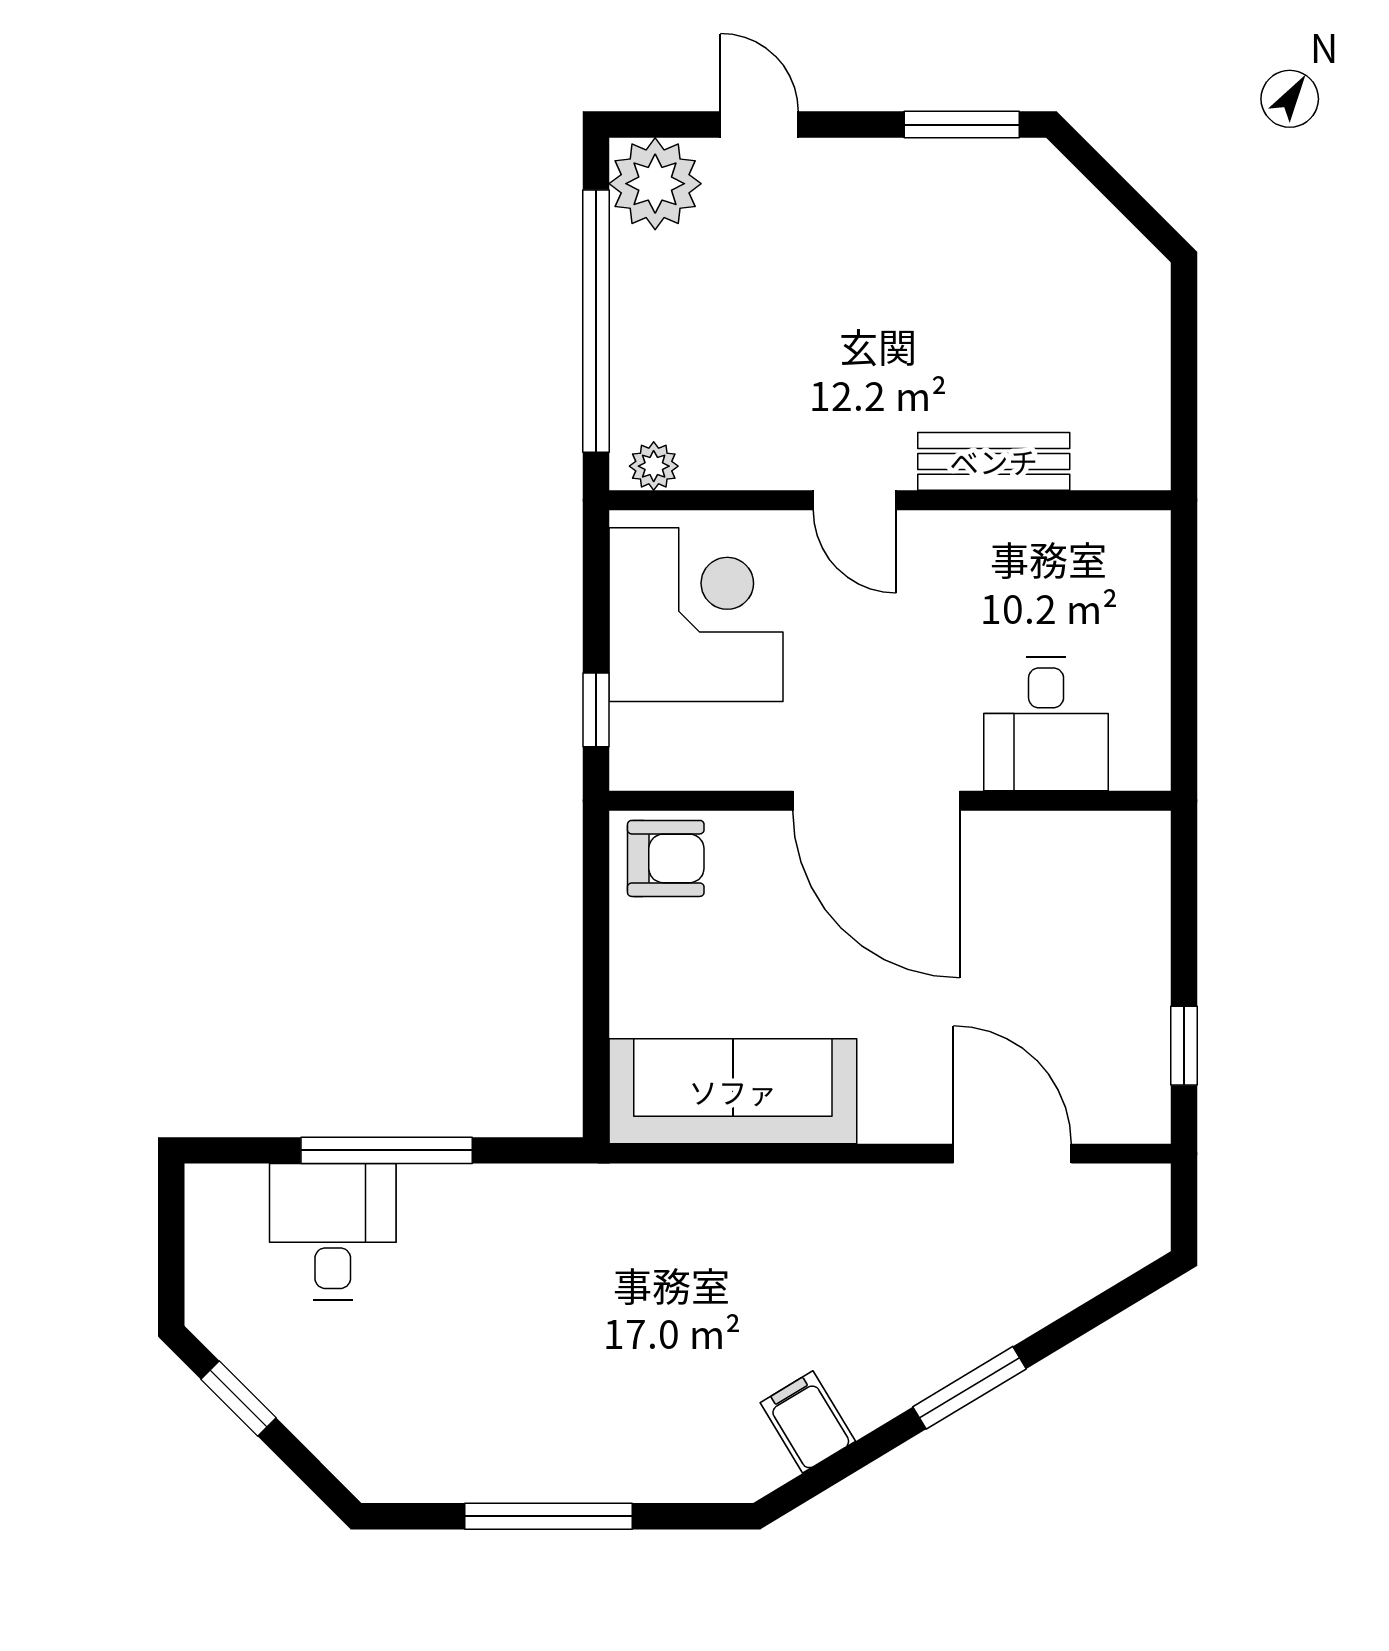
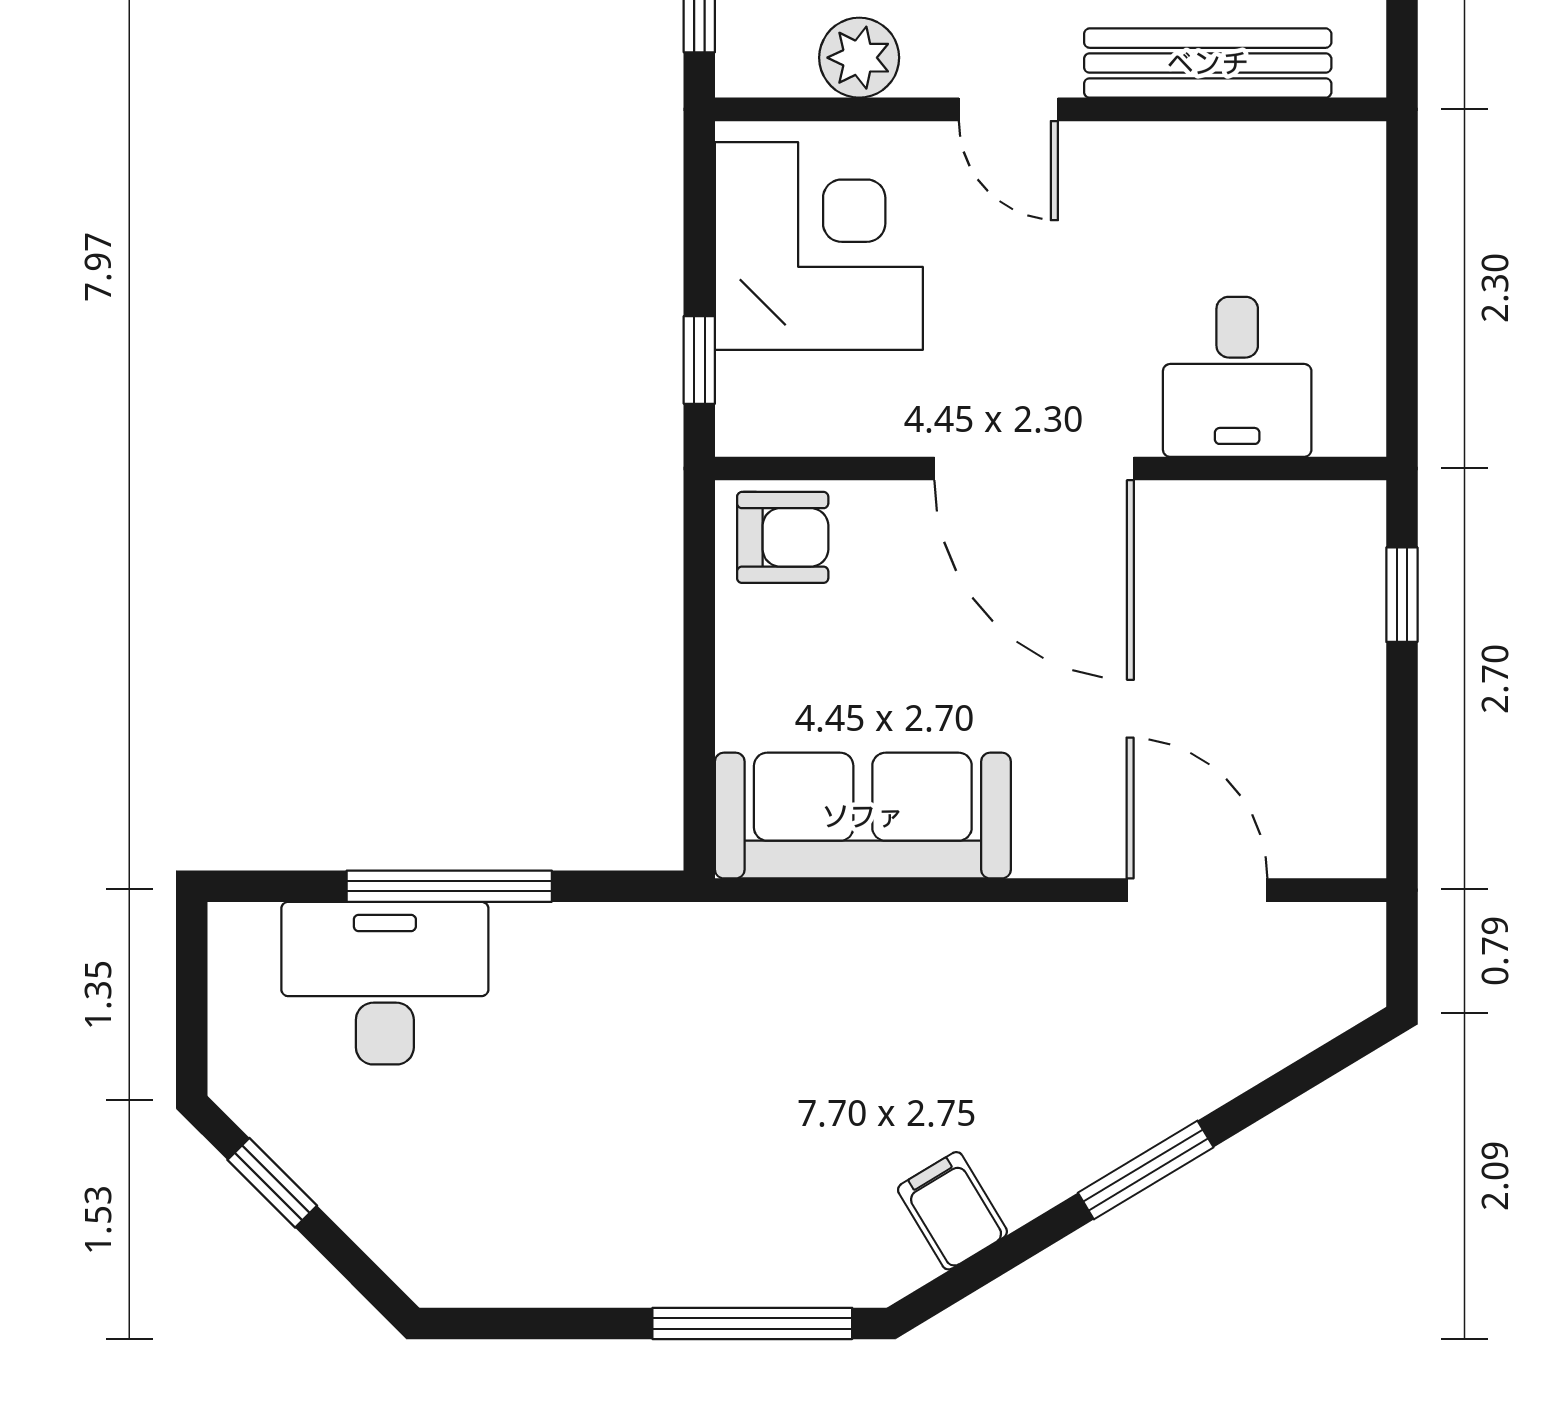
bench: (994, 461) -> (1208, 63), width x1.36
plant: (654, 466) -> (859, 58), moved, width x1.38, depth x1.38
window: (1184, 1046) -> (1402, 595), moved
desk: (333, 1231) -> (385, 983), width x1.37
window: (548, 1516) -> (752, 1323), moved

